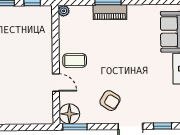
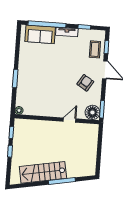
piano: (110, 12) -> (23, 78), removed
coffee table: (75, 61) -> (95, 49), moved

